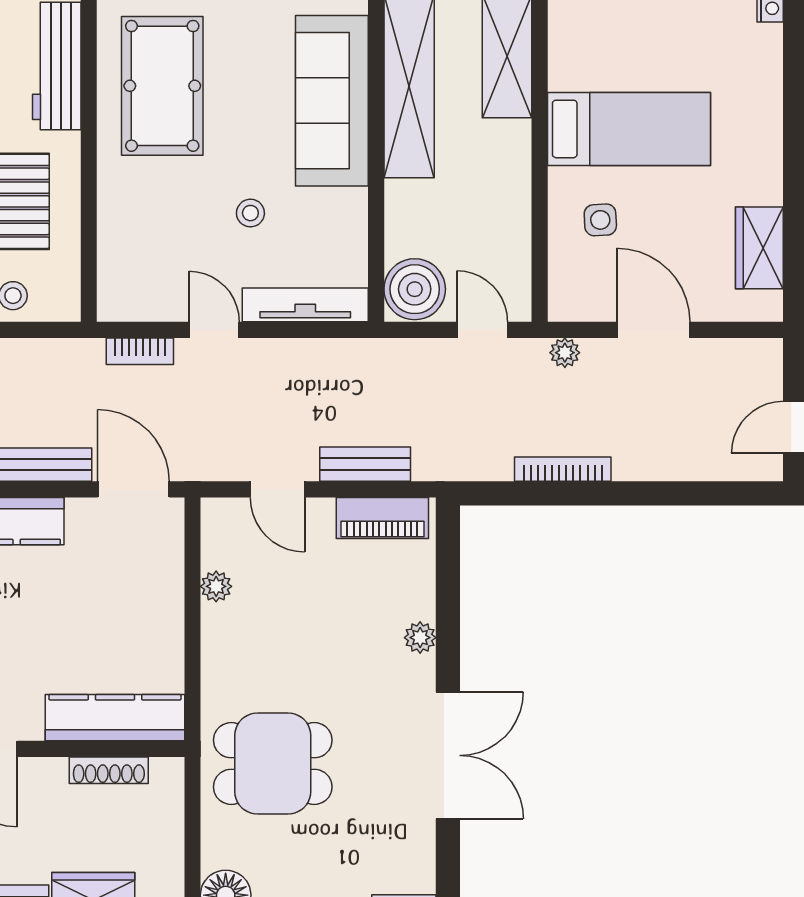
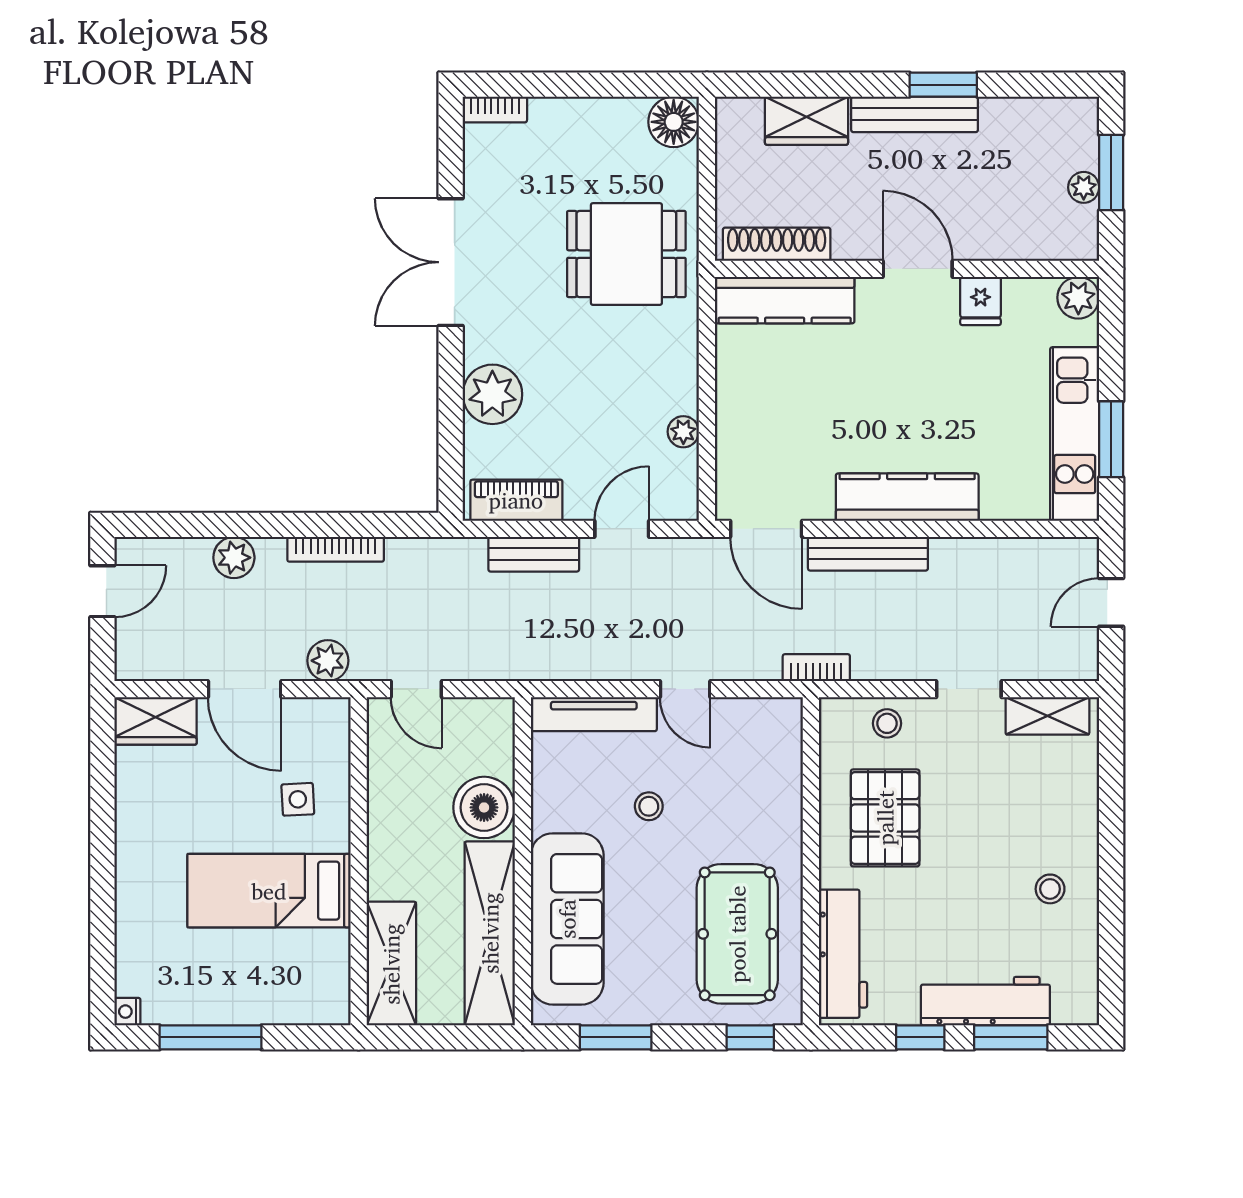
wardrobe: (759, 248) -> (156, 721), moved, turned 90
boiler: (415, 289) -> (484, 807), moved
bookcase: (140, 351) -> (816, 668), moved
plant: (565, 353) -> (328, 661), width x1.38, depth x1.38
plant: (664, 461) -> (234, 558), added
door: (277, 489) -> (622, 529), hinge flipped
plant: (420, 638) -> (492, 394), width x1.88, depth x1.88
shoe rack: (109, 770) -> (777, 244), width x1.36, depth x1.24

